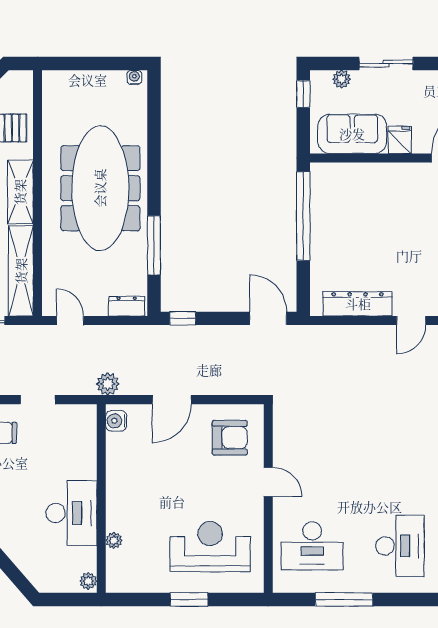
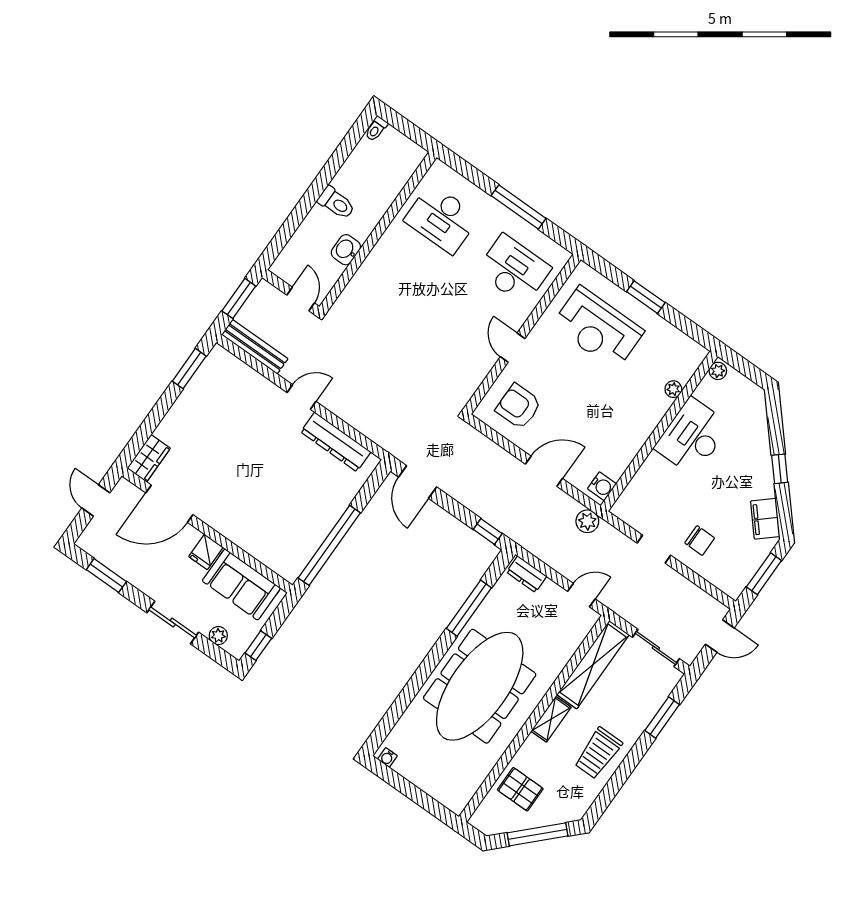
shelving: (20, 192) -> (551, 719), width x0.67, depth x0.75
door: (70, 321) -> (581, 595), swing flipped
desk: (400, 546) -> (442, 219), turned -90

